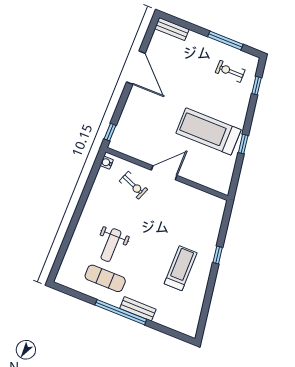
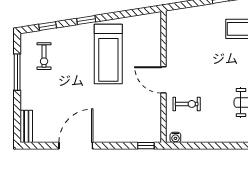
window: (243, 144) -> (86, 20), moved
exercise bike: (133, 185) -> (187, 104), turned 68

